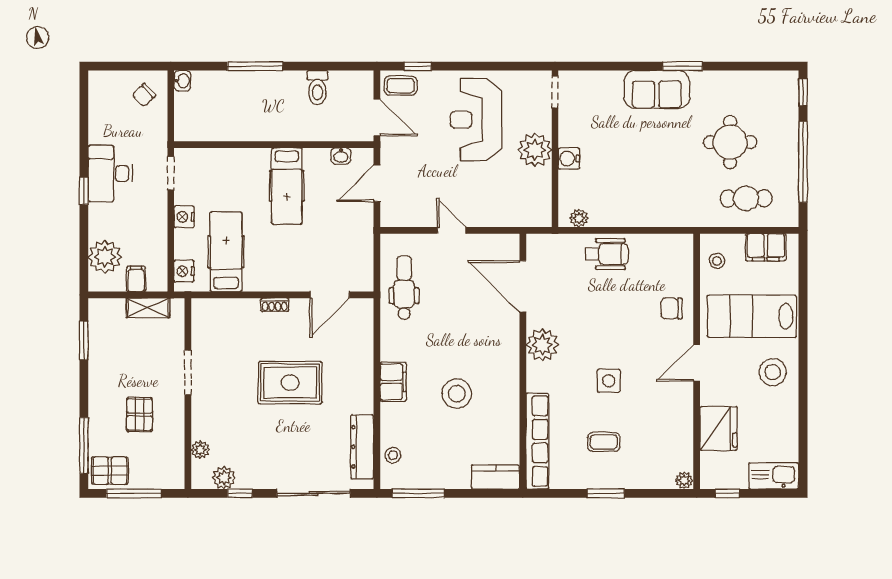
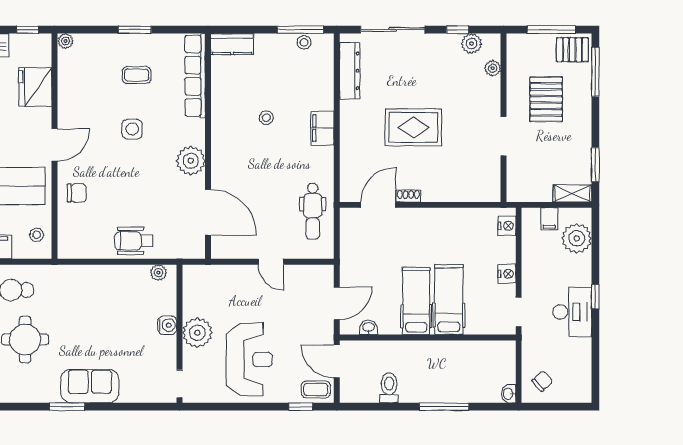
hospital bed: (226, 252) -> (449, 299), moved, turned 180
shoe rack: (275, 305) -> (408, 196), moved
shelving: (148, 308) -> (572, 193), moved
stool: (457, 394) -> (266, 118), width x0.53, depth x0.53
pallet: (140, 414) -> (546, 99), width x1.50, depth x1.42
stool: (393, 455) -> (304, 42), moved

